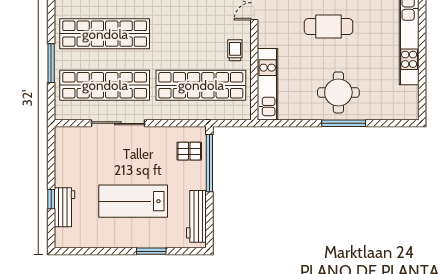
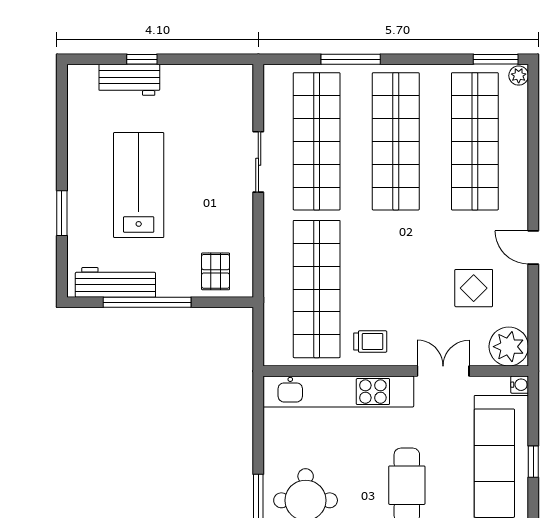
kitchen unit: (268, 84) -> (338, 392), width x1.36
sliding door: (118, 123) -> (258, 162), width x0.73
window: (209, 163) -> (147, 302), moved

